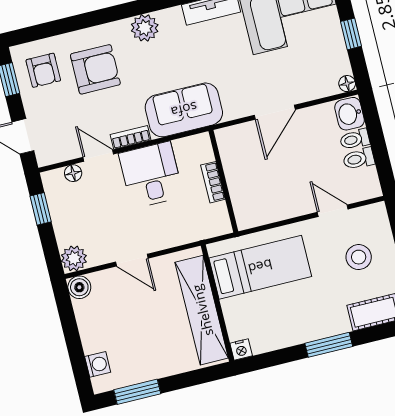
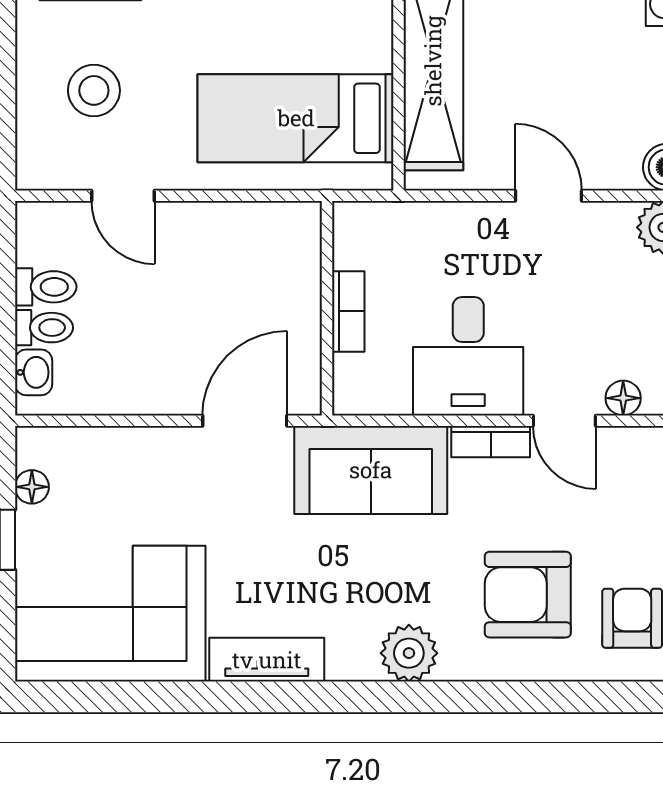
floor lamp: (347, 84) -> (32, 487), moved
door: (275, 112) -> (245, 421), moved
washbasin: (350, 114) -> (34, 372), width x0.72, depth x0.69

